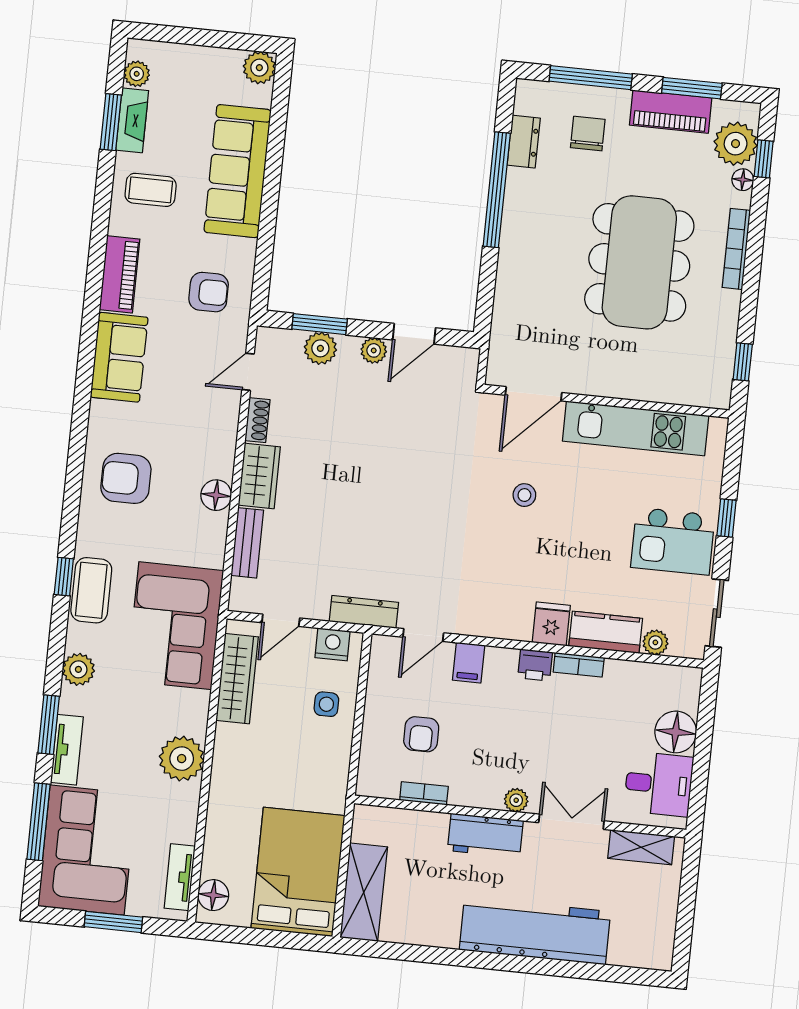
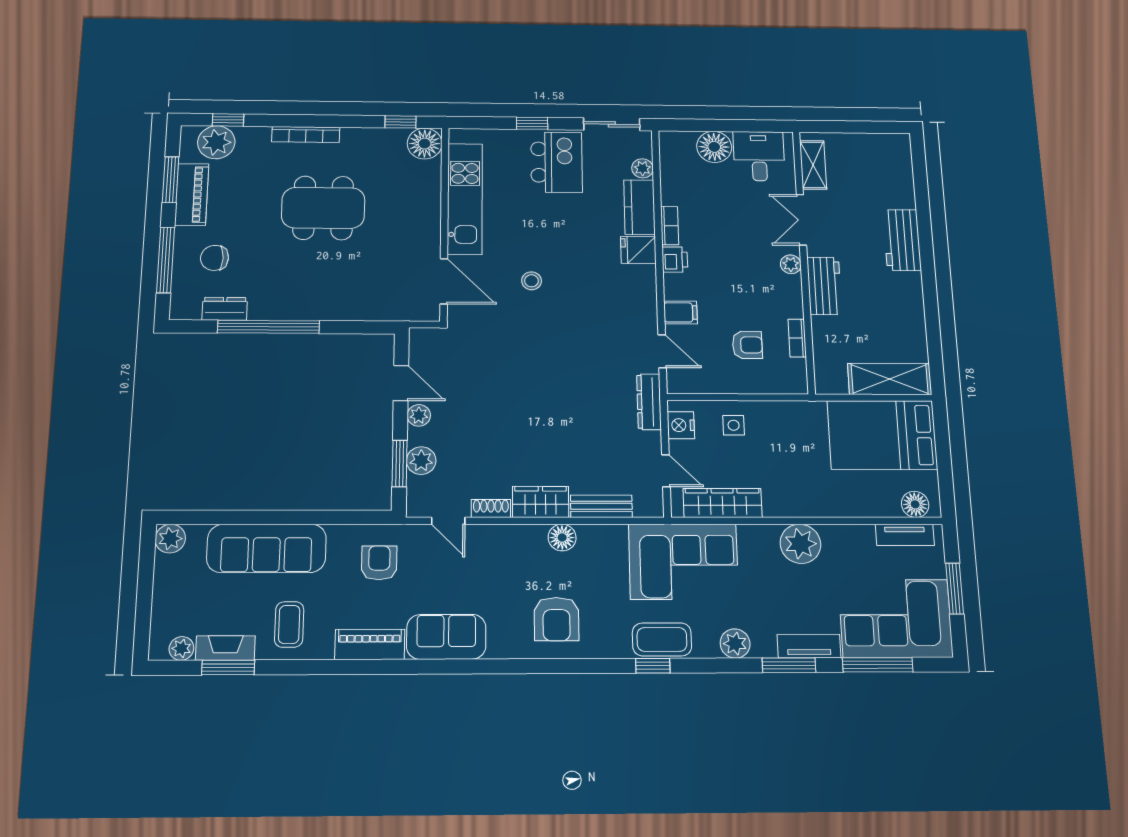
floor lamp: (743, 180) -> (425, 144), moved, width x1.89, depth x1.89
dining table: (639, 262) -> (323, 208), width x0.73, depth x0.80
workbench: (535, 931) -> (902, 240), width x0.53, depth x0.76

